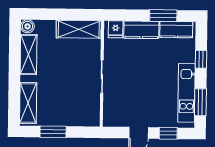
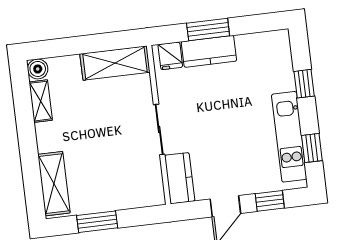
window: (163, 16) -> (208, 29), moved
kitchen counter: (176, 30) -> (180, 178), moved, turned -90
shelving: (29, 54) -> (41, 101), width x0.67, depth x0.75
window: (200, 102) -> (312, 148), width x0.67

